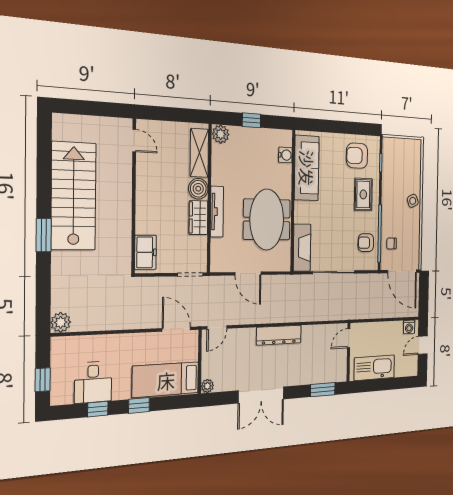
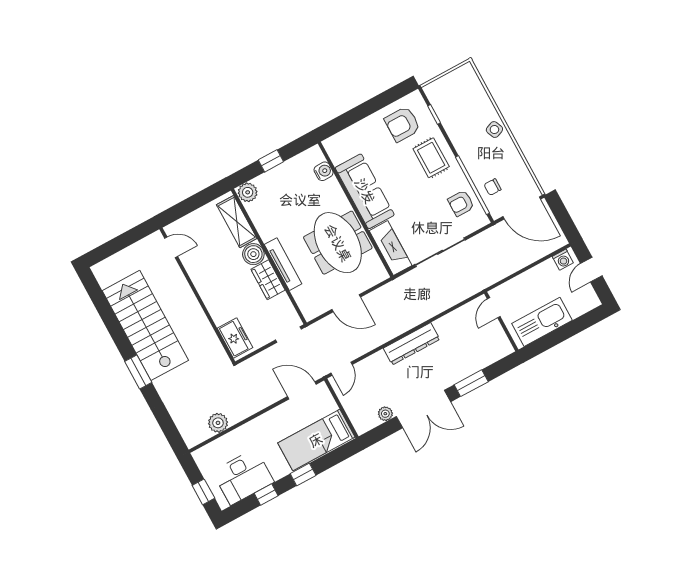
sofa: (307, 168) -> (365, 191), moved
plant: (61, 322) -> (218, 423), moved
desk: (93, 382) -> (243, 477), width x1.37
plant: (207, 386) -> (385, 414), moved
window: (323, 390) -> (471, 383), moved

